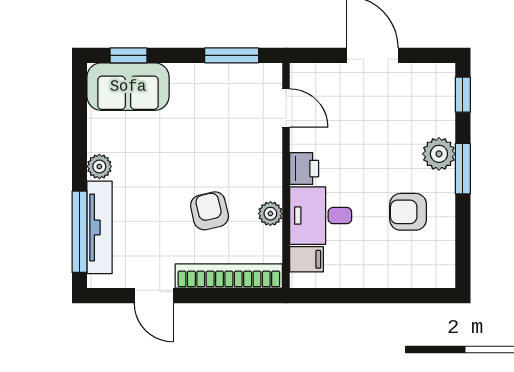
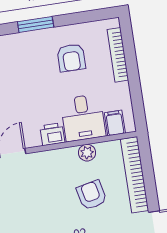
plant: (439, 154) -> (28, 43), removed
armchair: (209, 211) -> (92, 195), turned 91
bookcase: (402, 278) -> (118, 55), added

